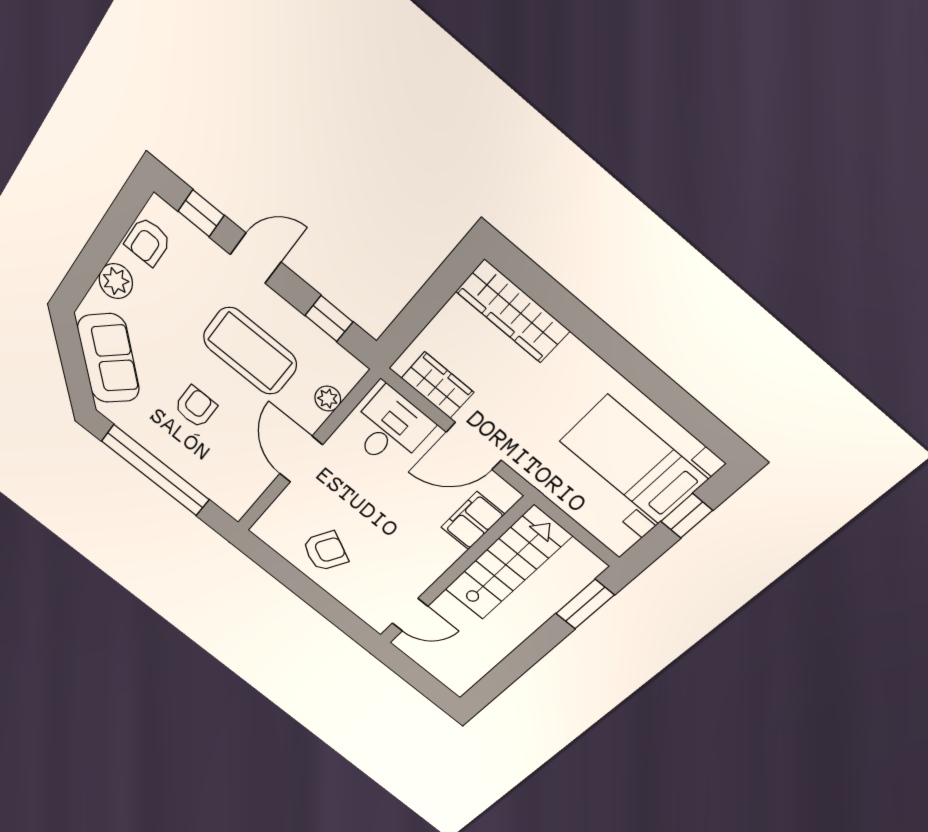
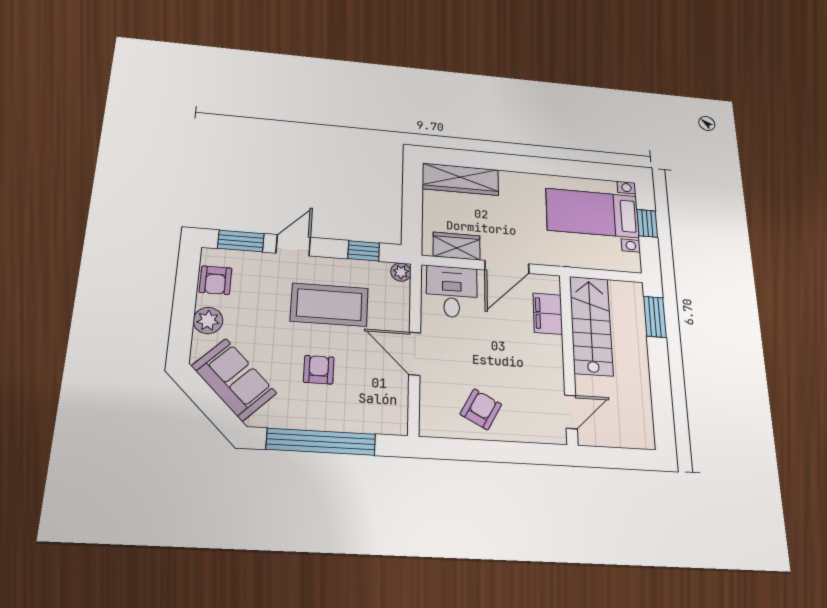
window: (201, 213) -> (241, 241), width x1.50
plant: (328, 399) -> (401, 272), moved

